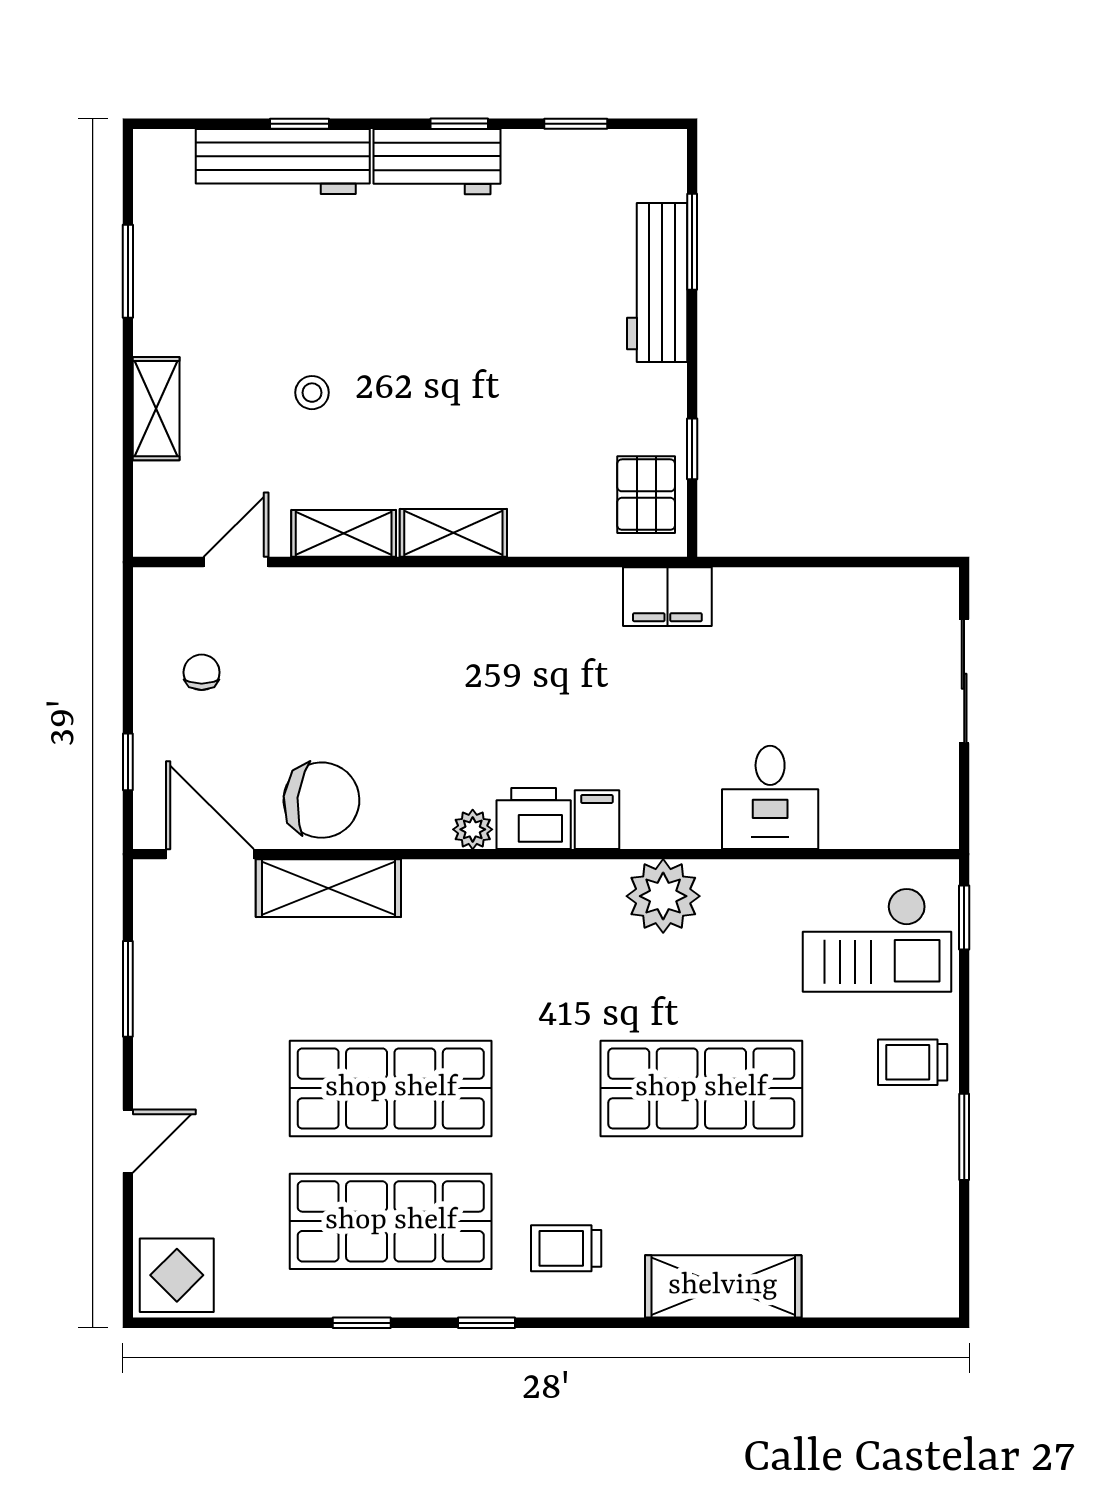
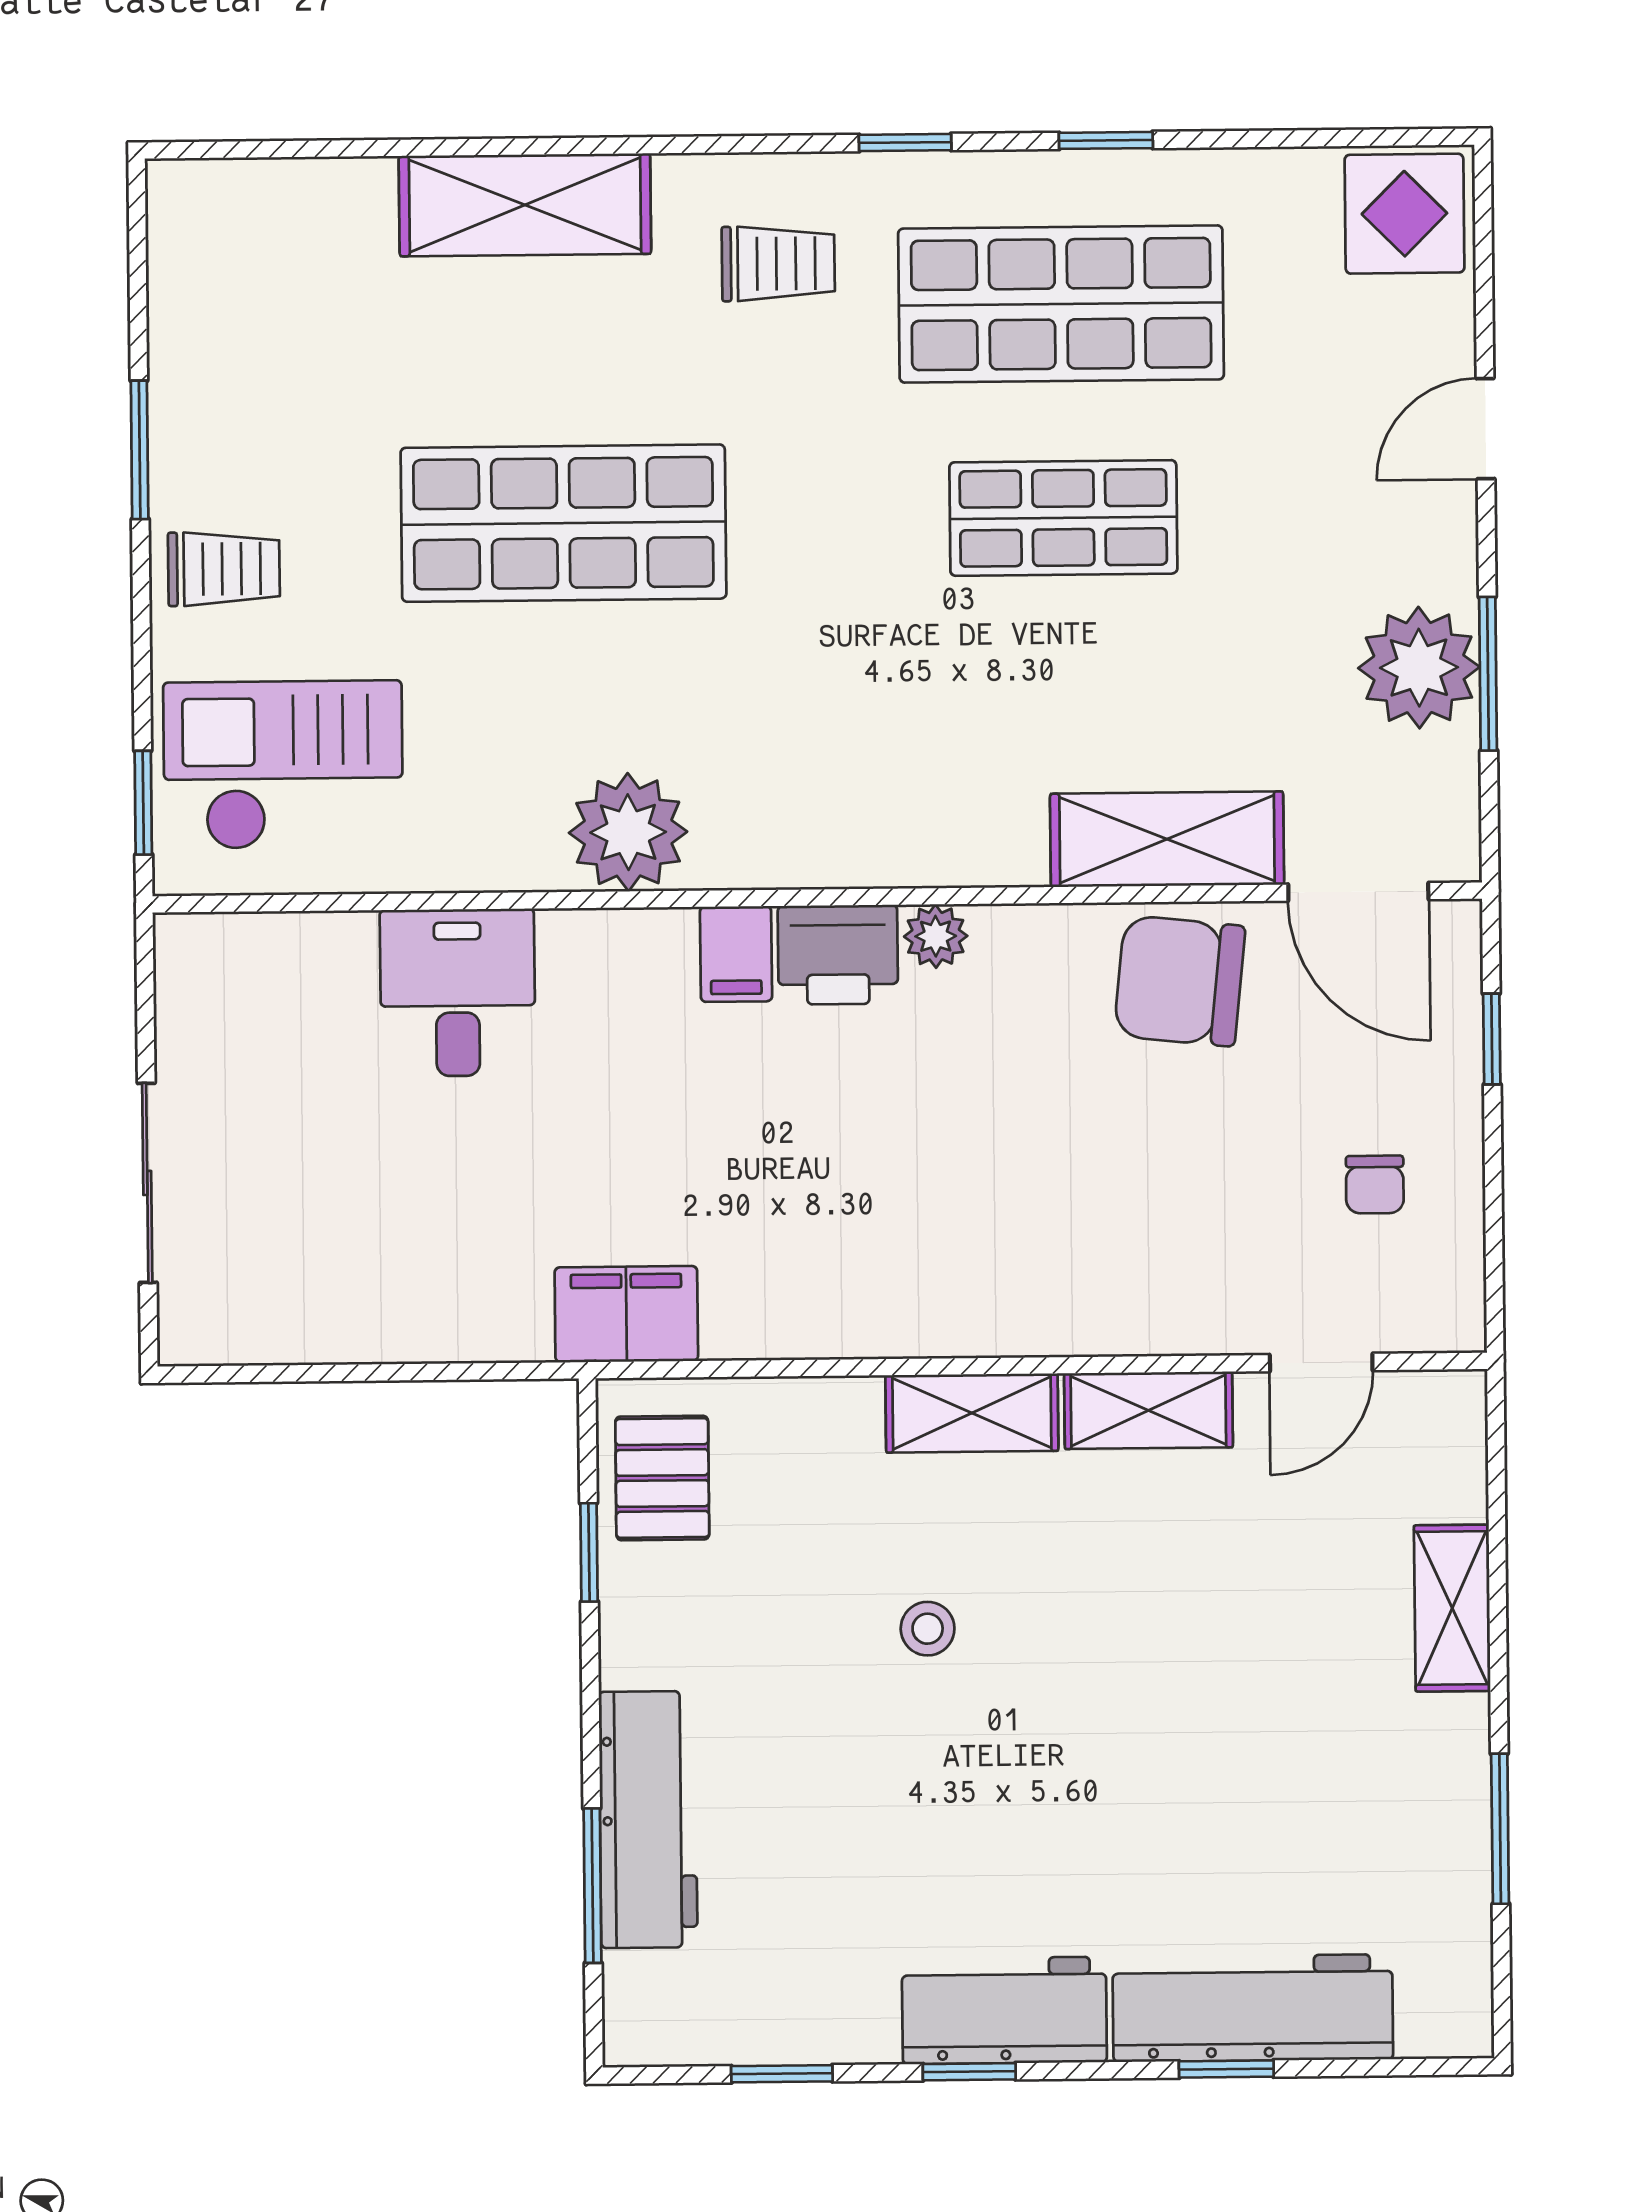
stool: (312, 393) -> (928, 1629), moved
plant: (171, 993) -> (1419, 668), added
shop shelf: (391, 1088) -> (1063, 518), width x0.70, depth x0.74

